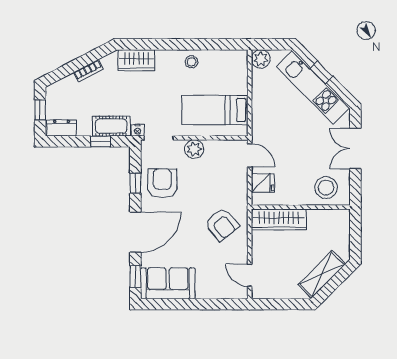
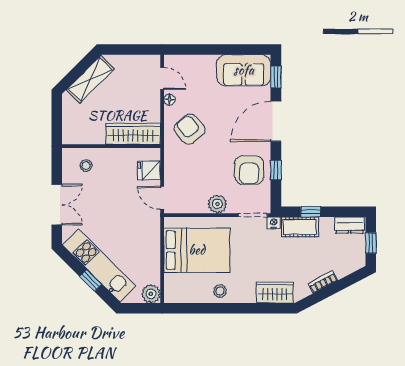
bed: (215, 110) -> (197, 250), width x1.50
stool: (326, 188) -> (86, 166), width x0.53, depth x0.53
floor lamp: (242, 254) -> (169, 100), added

